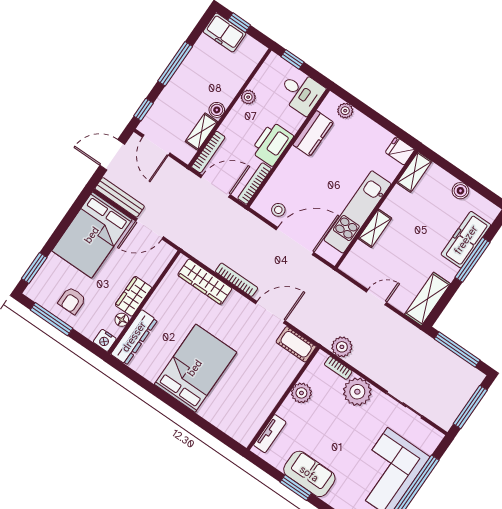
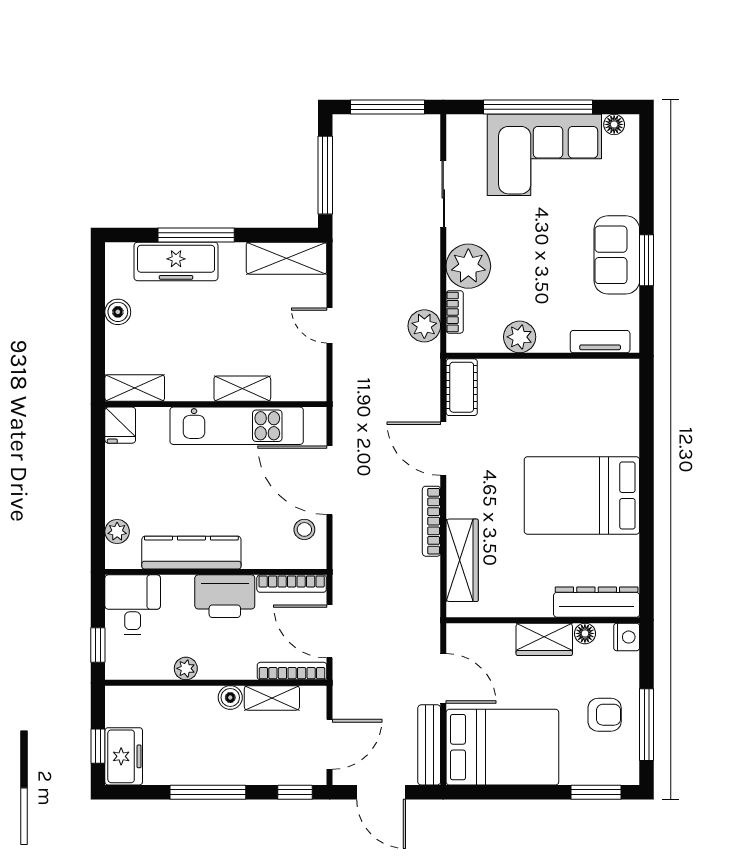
kitchen counter: (313, 133) -> (191, 553), width x1.50

